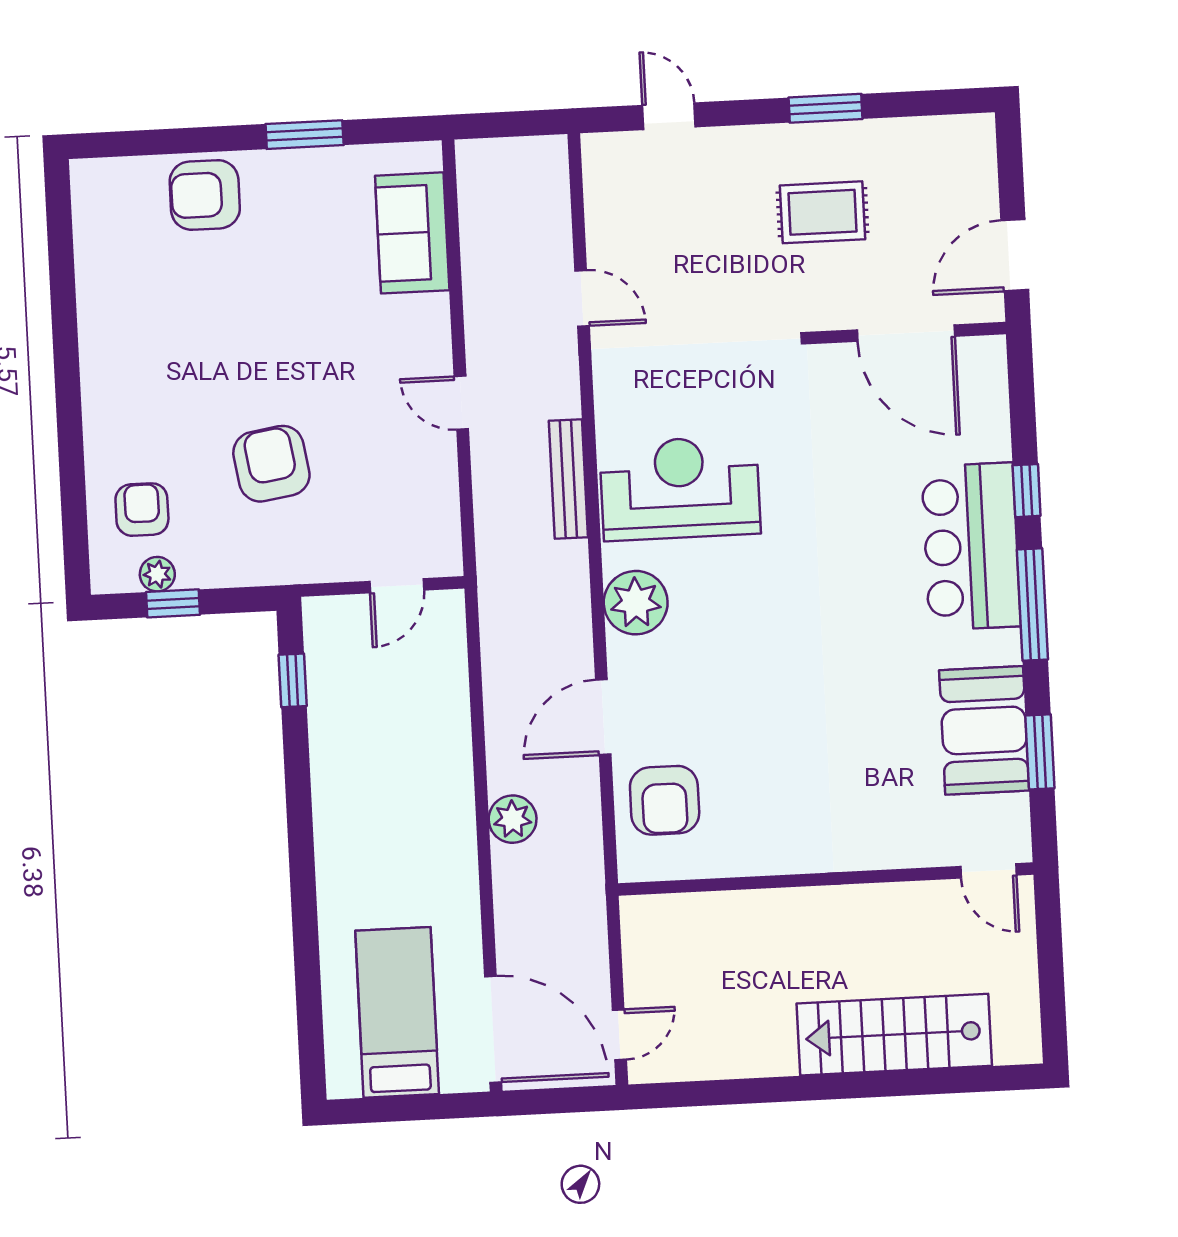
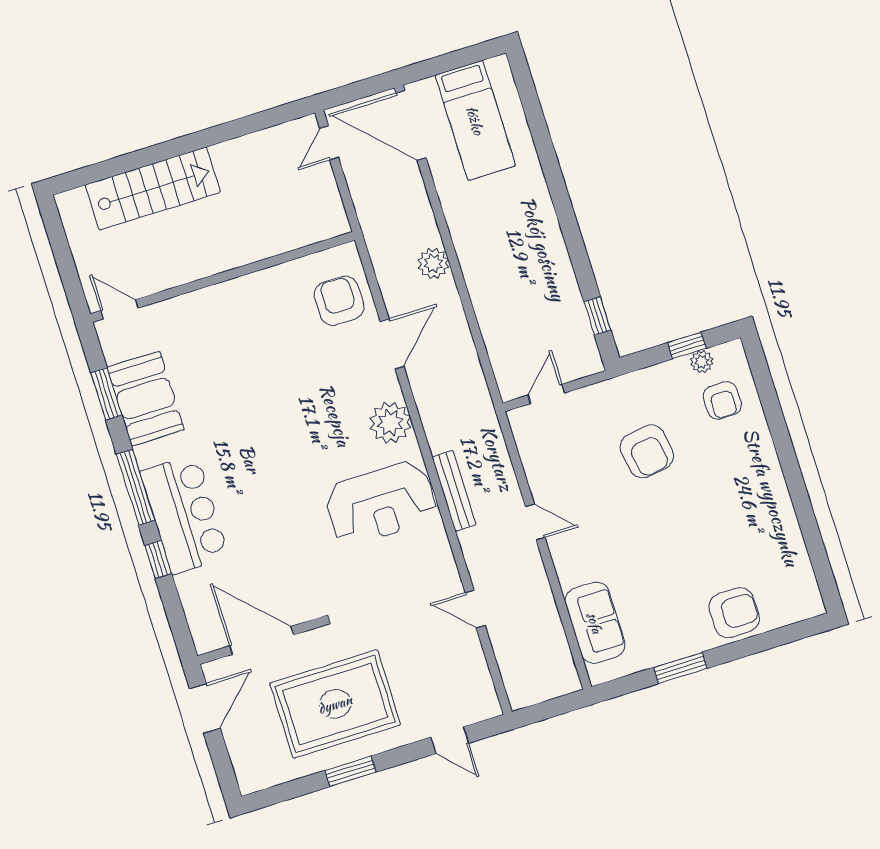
rug: (823, 212) -> (335, 704), width x1.86, depth x2.06

